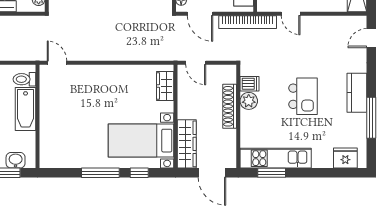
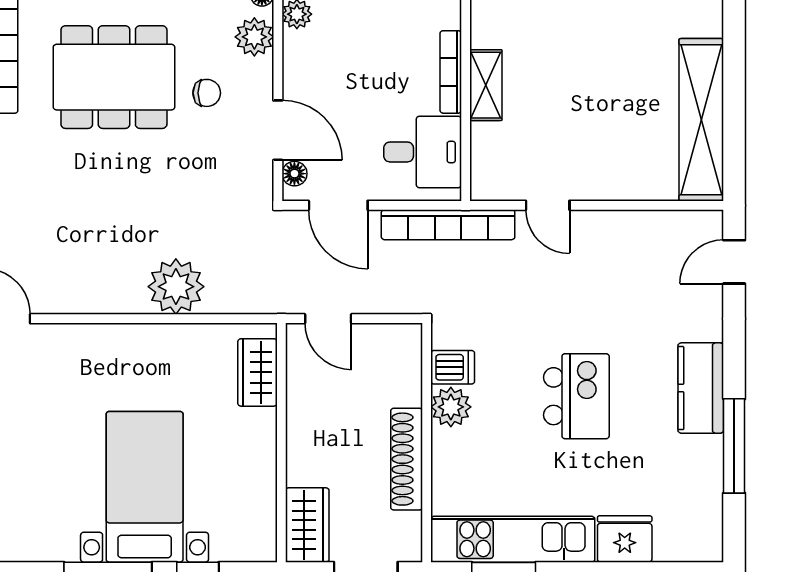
plant: (130, 49) -> (176, 287), added
shoe rack: (230, 106) -> (407, 459), moved
bed with nightstands: (141, 141) -> (145, 487), moved, turned 90
wardrobe: (187, 144) -> (307, 525), width x0.67
fridge: (345, 158) -> (625, 539), moved

